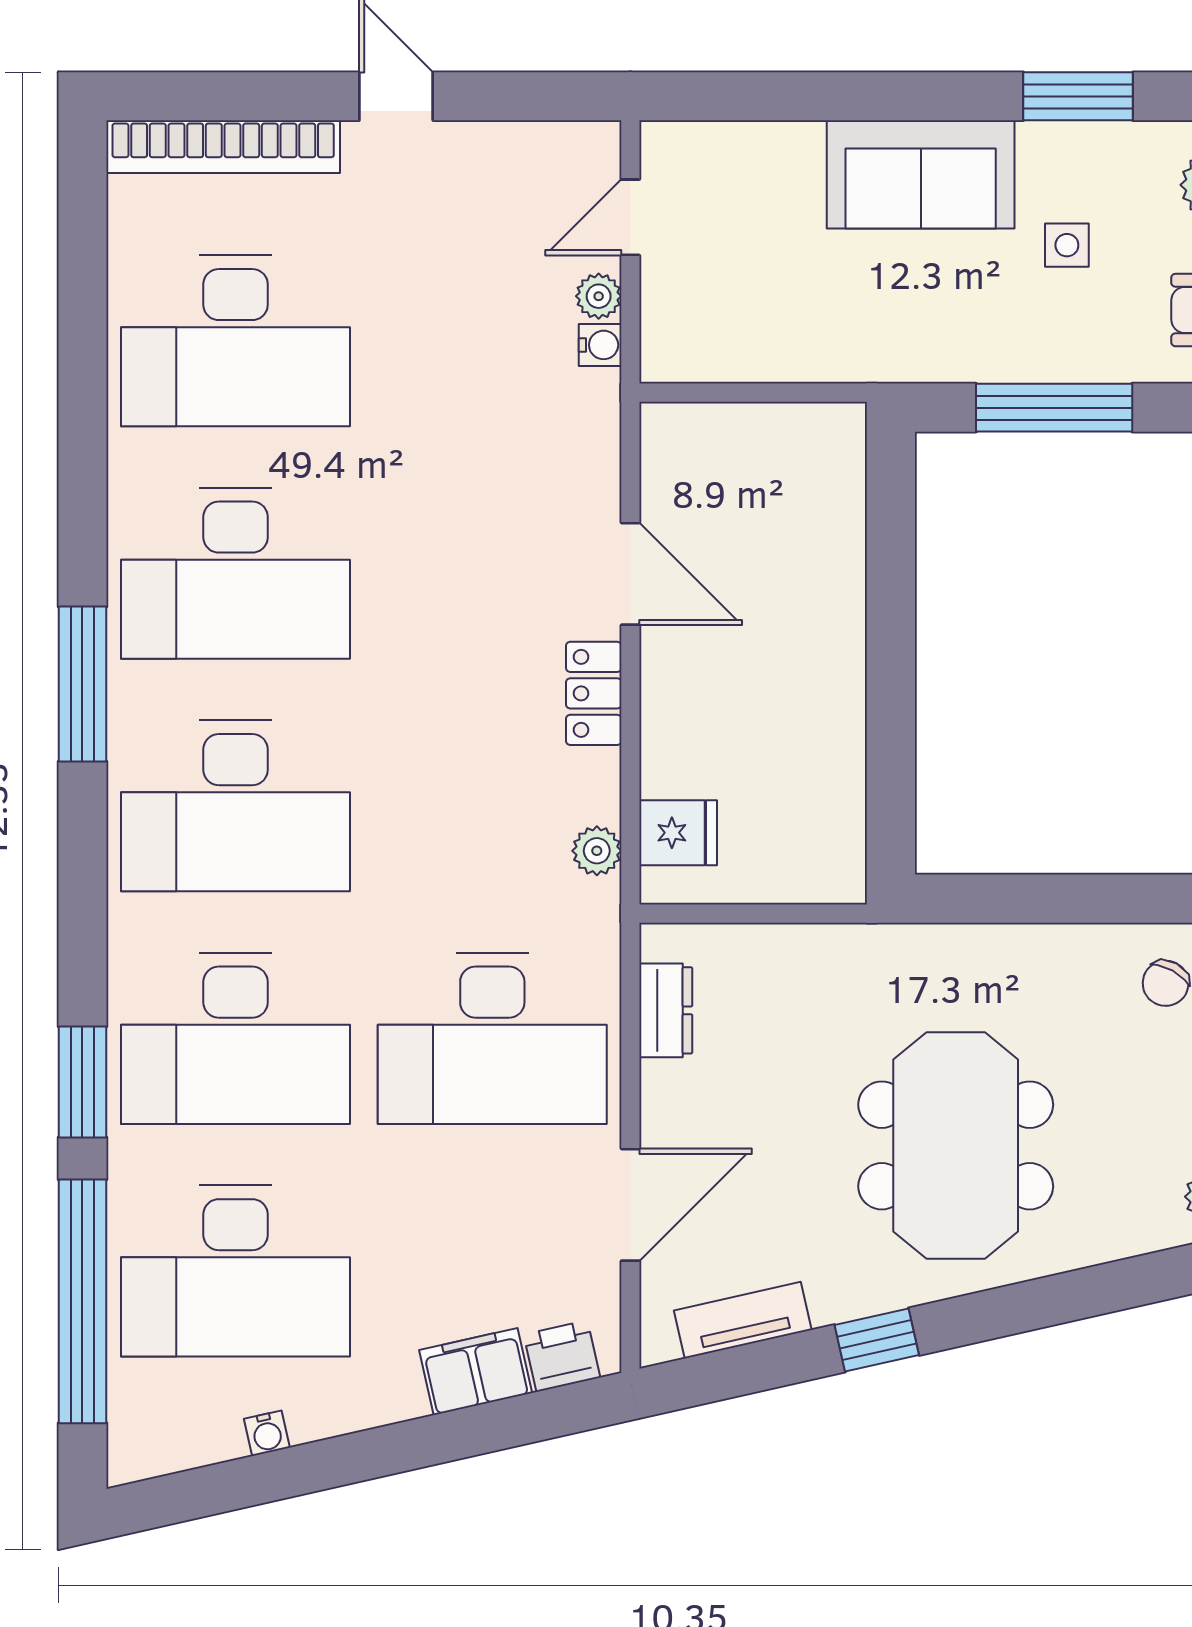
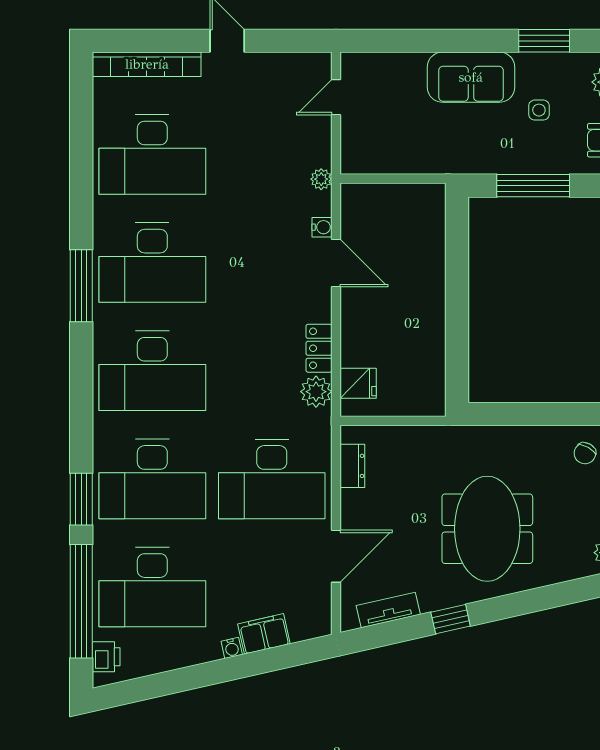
plant: (599, 296) -> (321, 179), moved
water cooler: (600, 345) -> (322, 227), moved
window: (82, 684) -> (81, 286), moved
locker: (594, 693) -> (319, 348), moved
plant: (597, 851) -> (316, 392), width x1.38, depth x1.38
printer: (562, 1356) -> (106, 657), moved, turned 103
water cooler: (267, 1433) -> (232, 648), moved

